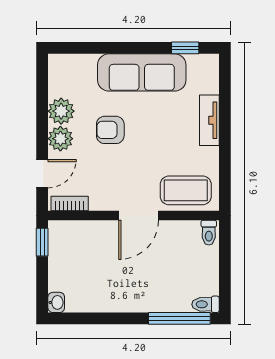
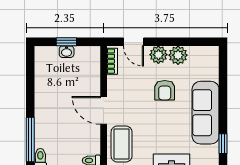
armchair: (110, 130) -> (165, 90), turned 180
window: (42, 242) -> (66, 42), moved
washbasin: (56, 302) -> (67, 52), moved

